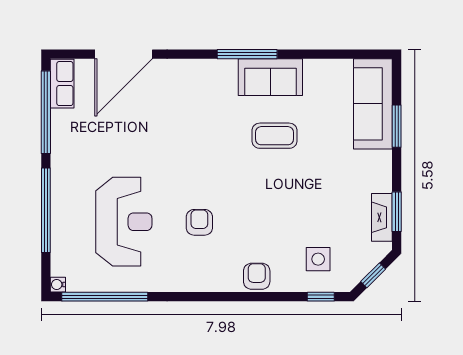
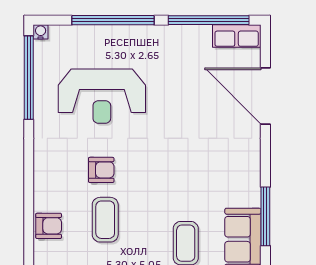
coffee table: (250, 218) -> (105, 220), added

